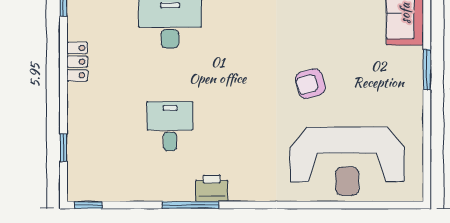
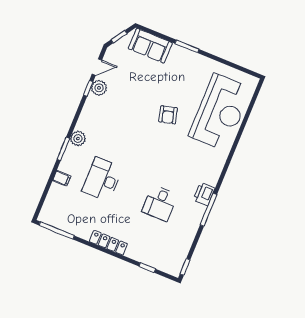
locker: (77, 62) -> (108, 243), width x1.53
desk: (170, 126) -> (160, 203), turned -90

